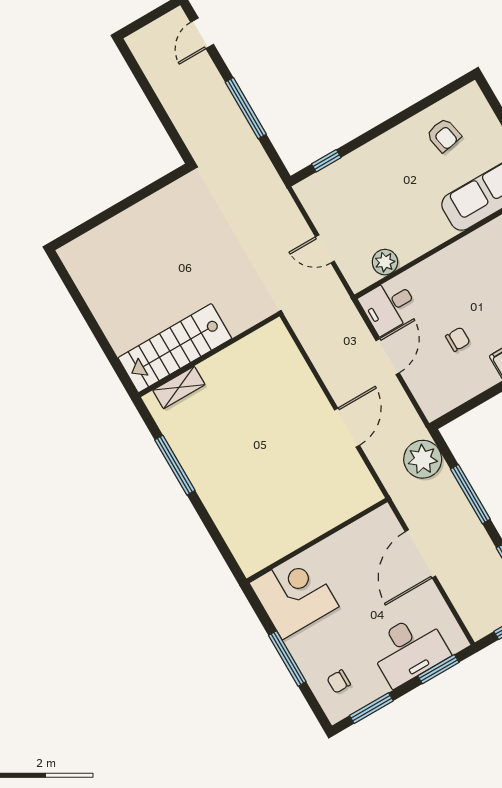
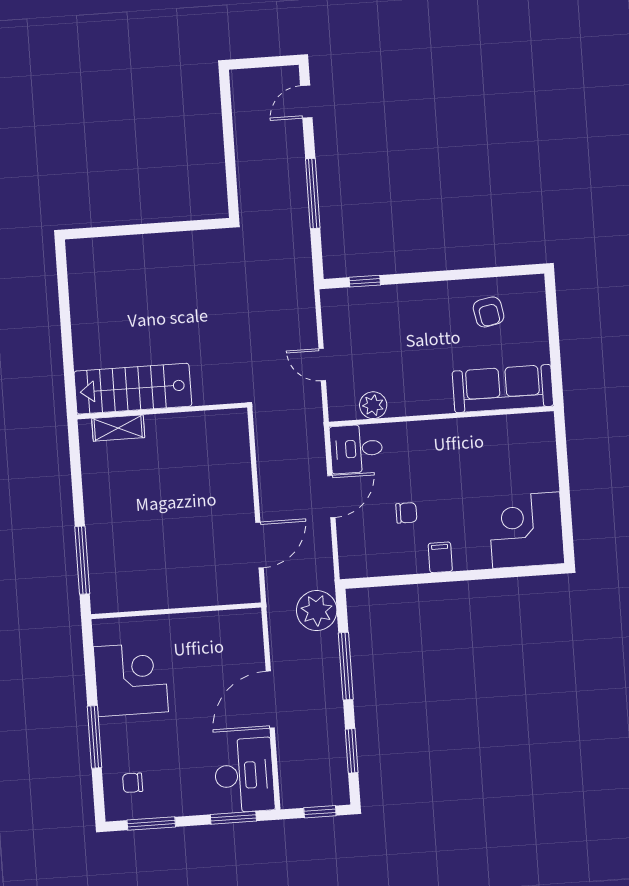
window: (175, 465) -> (82, 560), moved
wall: (317, 540) -> (176, 611), moved
desk: (409, 649) -> (244, 775), moved, turned -90

